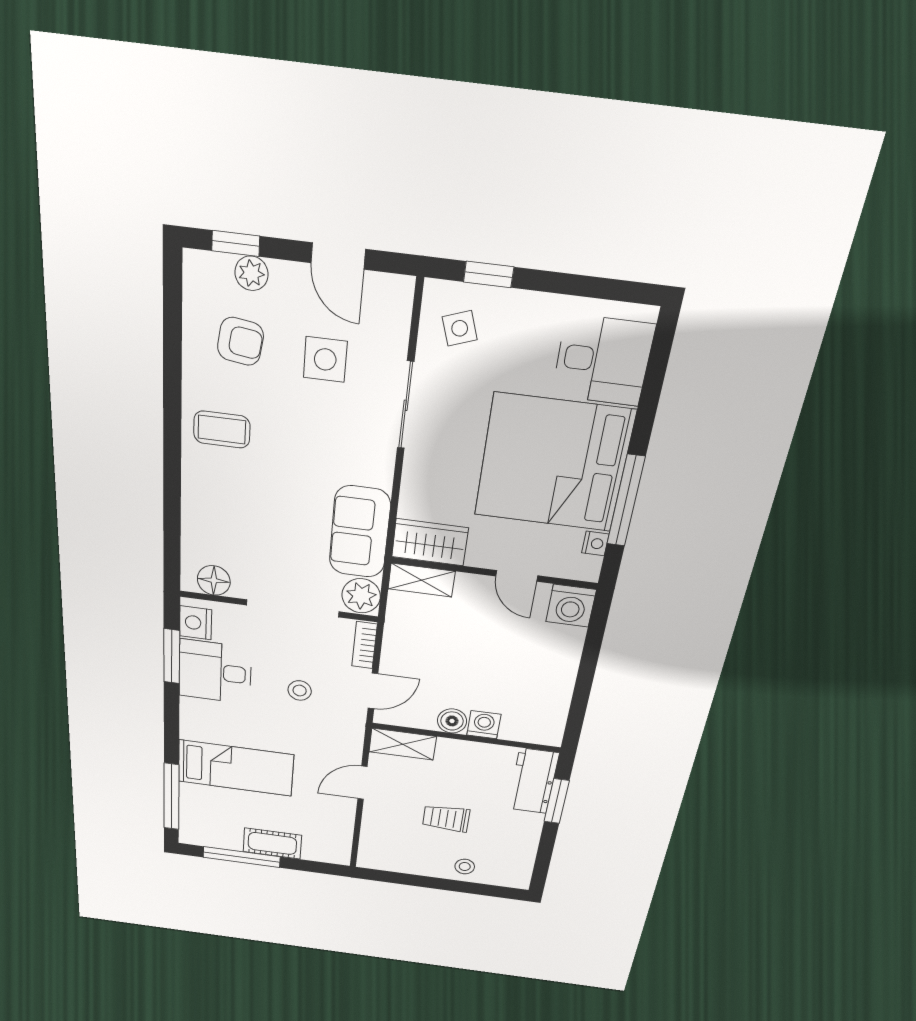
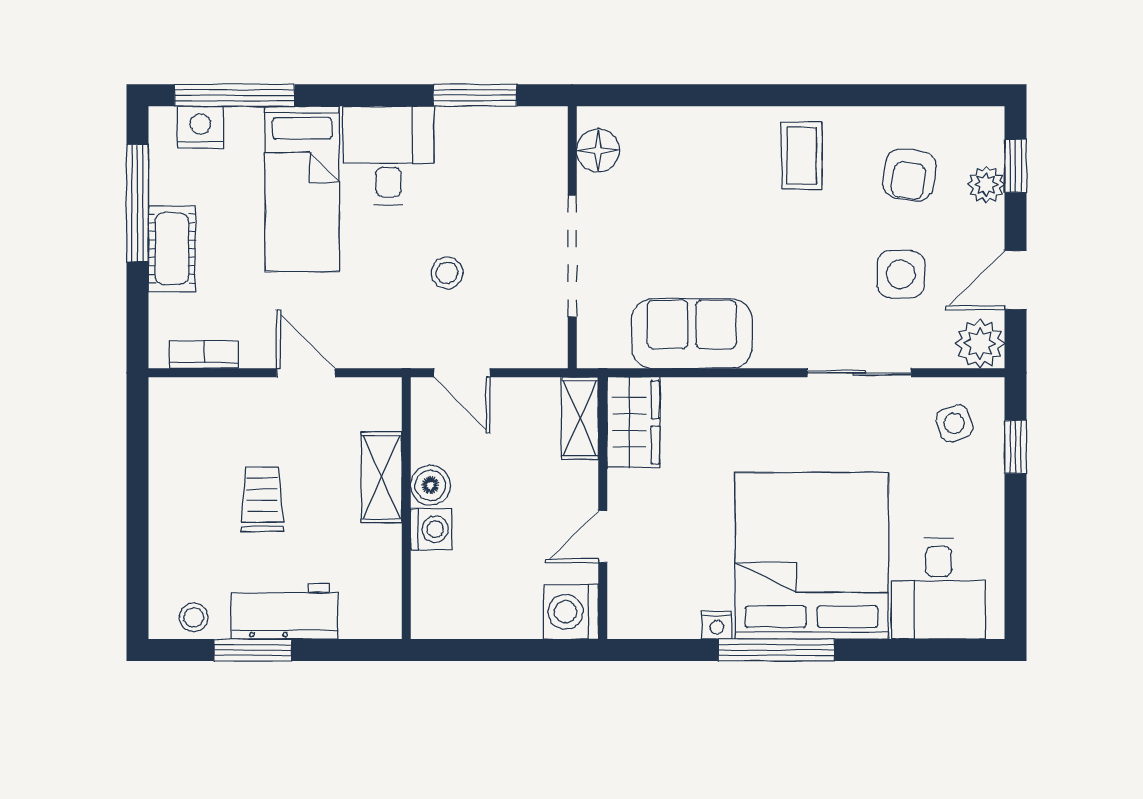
wardrobe: (430, 542) -> (633, 422), moved
wall: (494, 573) -> (603, 508), moved
door: (517, 576) -> (603, 537), moved
shelving: (421, 580) -> (580, 418), moved
plant: (361, 596) -> (980, 343), moved
washing machine: (571, 606) -> (571, 612), moved
nightstand: (196, 623) -> (200, 127), moved
bookcase: (364, 645) -> (204, 355), moved
desk: (215, 672) -> (388, 155), moved
shelving: (403, 744) -> (381, 477), moved
workbench: (533, 781) -> (285, 611), moved
window: (557, 801) -> (253, 650), moved
stool: (465, 866) -> (194, 617), moved

